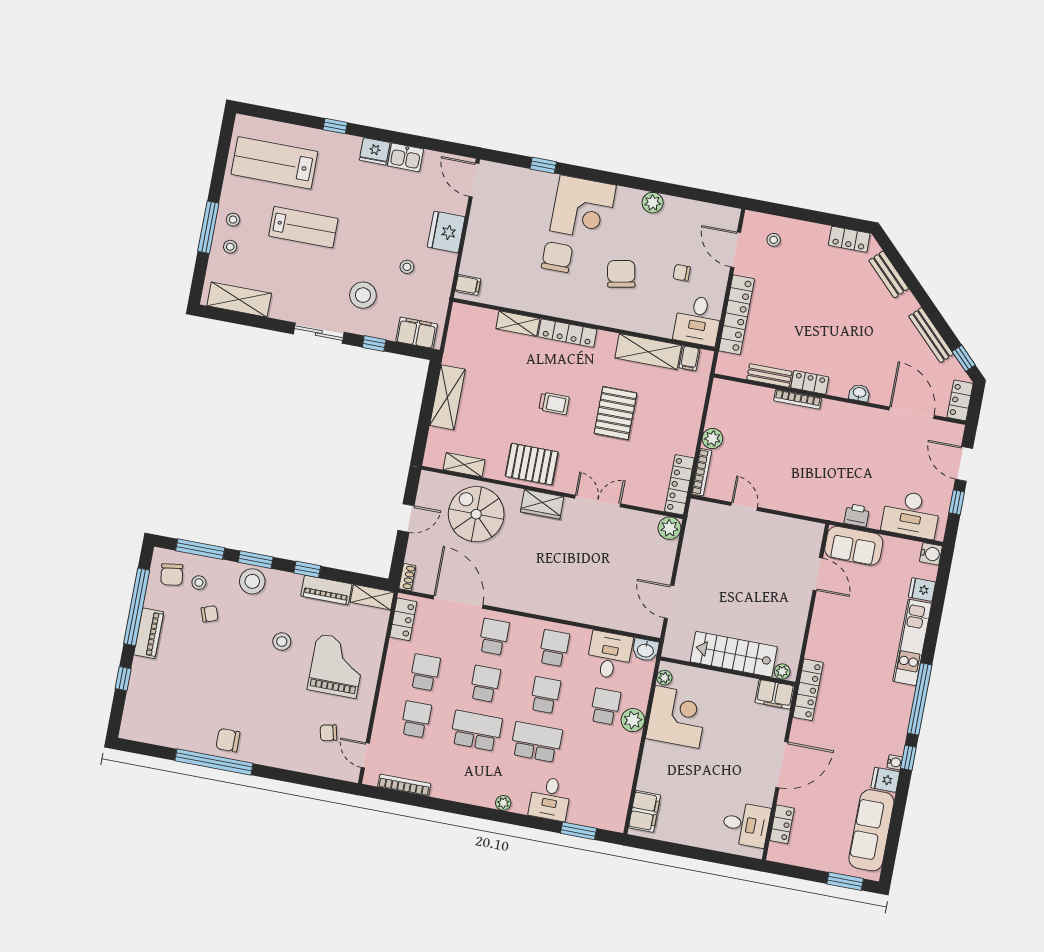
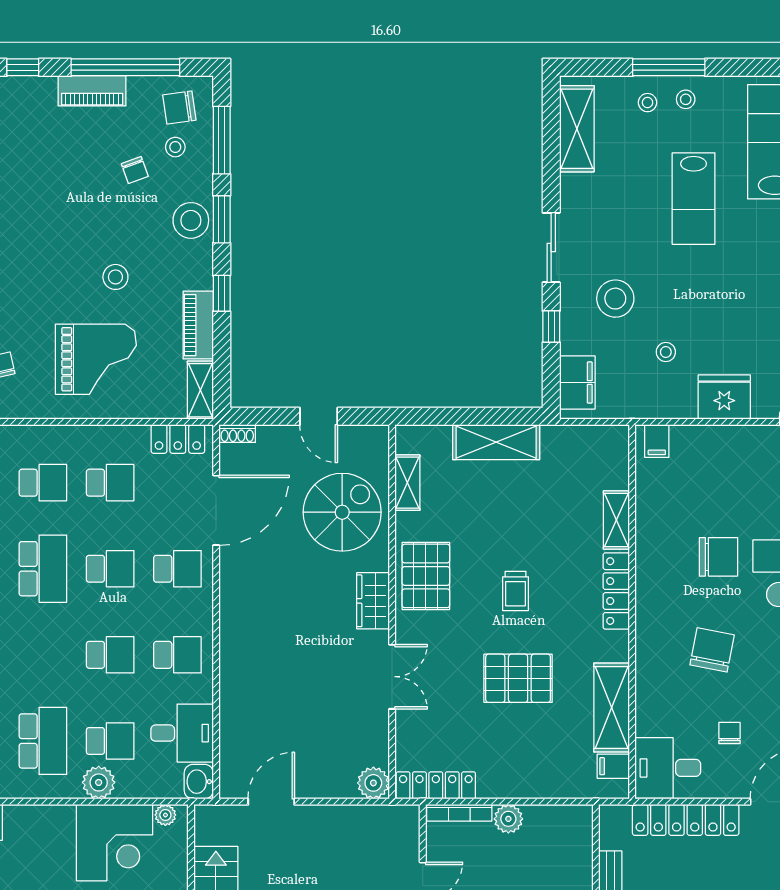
chair: (621, 274) -> (712, 650), turned -68
school desk: (536, 742) -> (43, 741), moved

